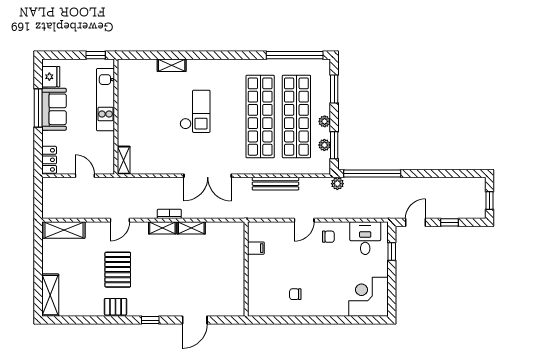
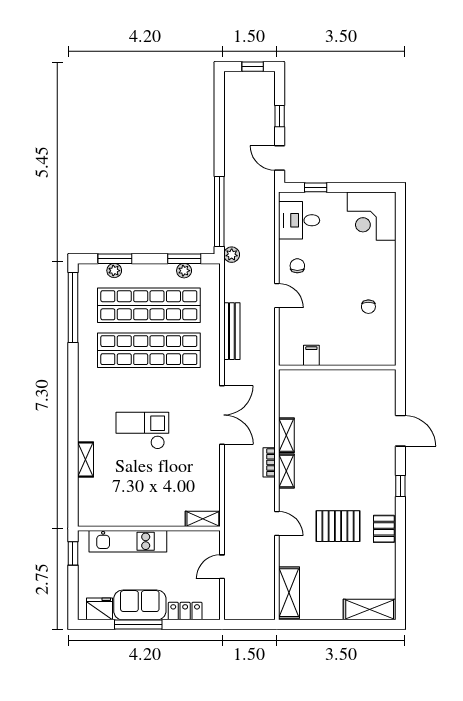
plant: (325, 121) -> (114, 271), moved
locker: (49, 160) -> (185, 611), moved

